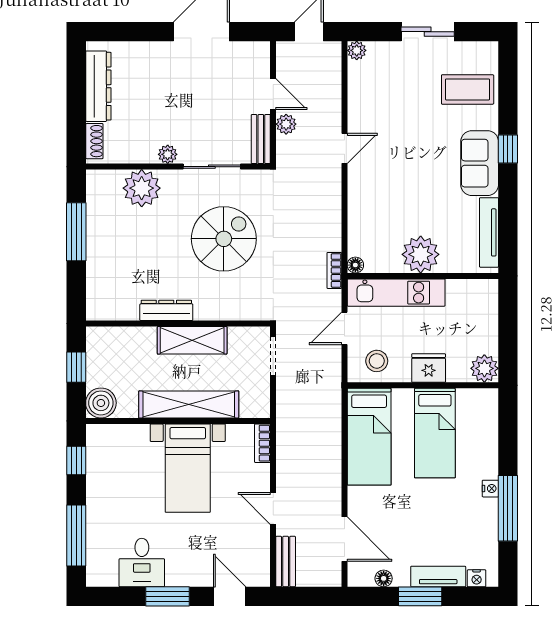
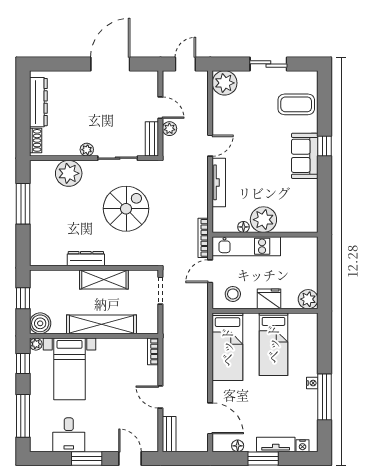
plant: (357, 50) -> (225, 83), width x1.88, depth x1.88
tv unit: (489, 232) -> (219, 182), moved, turned 180
floor lamp: (355, 265) -> (243, 227), moved
bookcase: (334, 270) -> (203, 238), width x1.56
plant: (95, 433) -> (36, 344), added
bed with nightstands: (188, 468) -> (69, 369), moved

